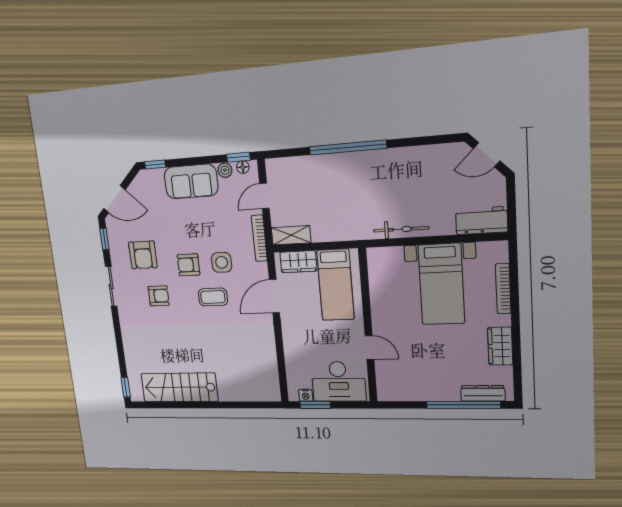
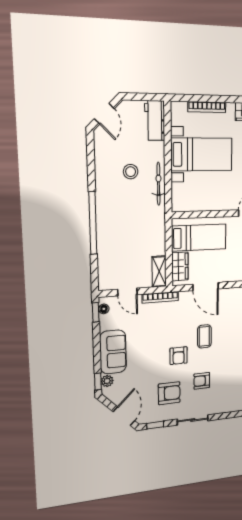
plant: (225, 170) -> (107, 381), moved
stool: (415, 192) -> (131, 172), added
side table: (222, 262) -> (178, 329), removed
armchair: (159, 296) -> (202, 381), turned -90

